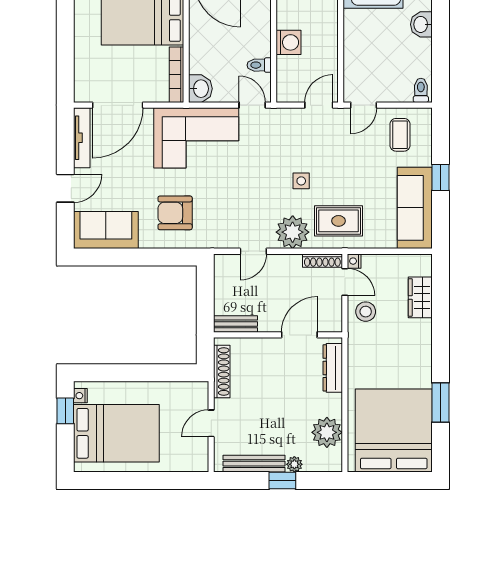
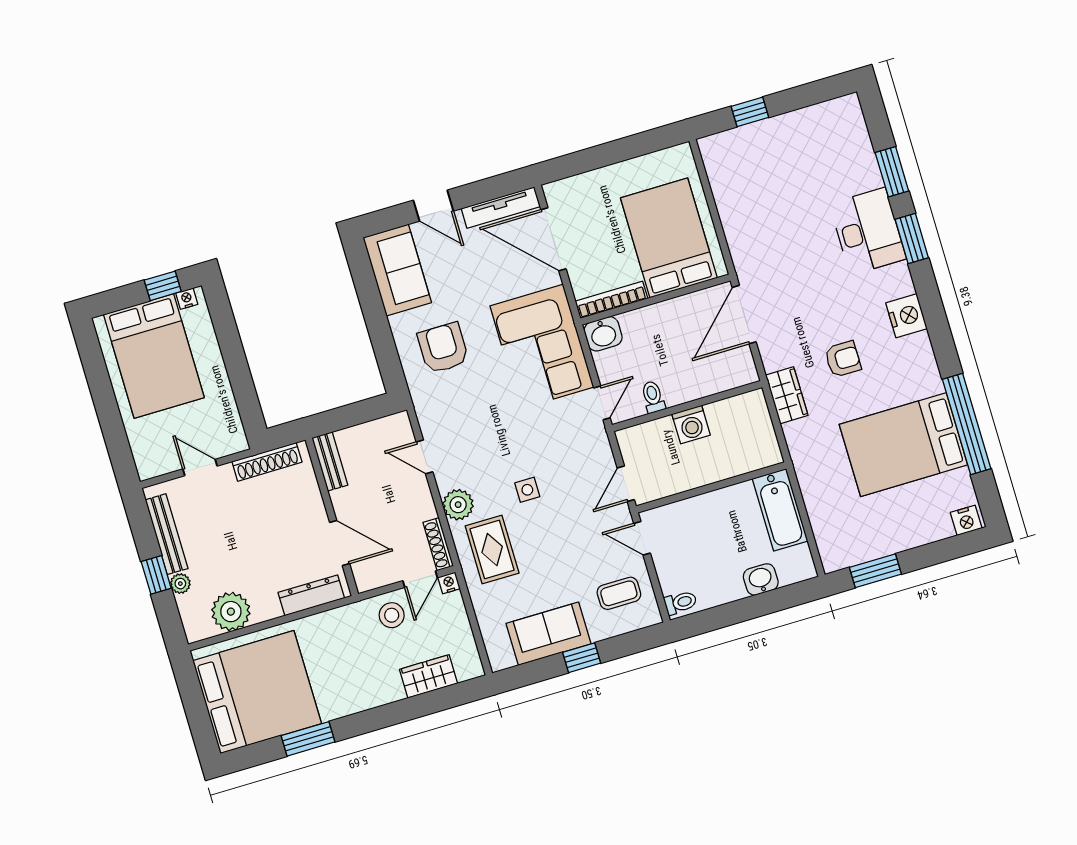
door: (319, 105) -> (626, 484), swing flipped
sofa: (415, 208) -> (548, 634), width x0.73
plant: (293, 232) -> (458, 505), width x0.73, depth x0.73

